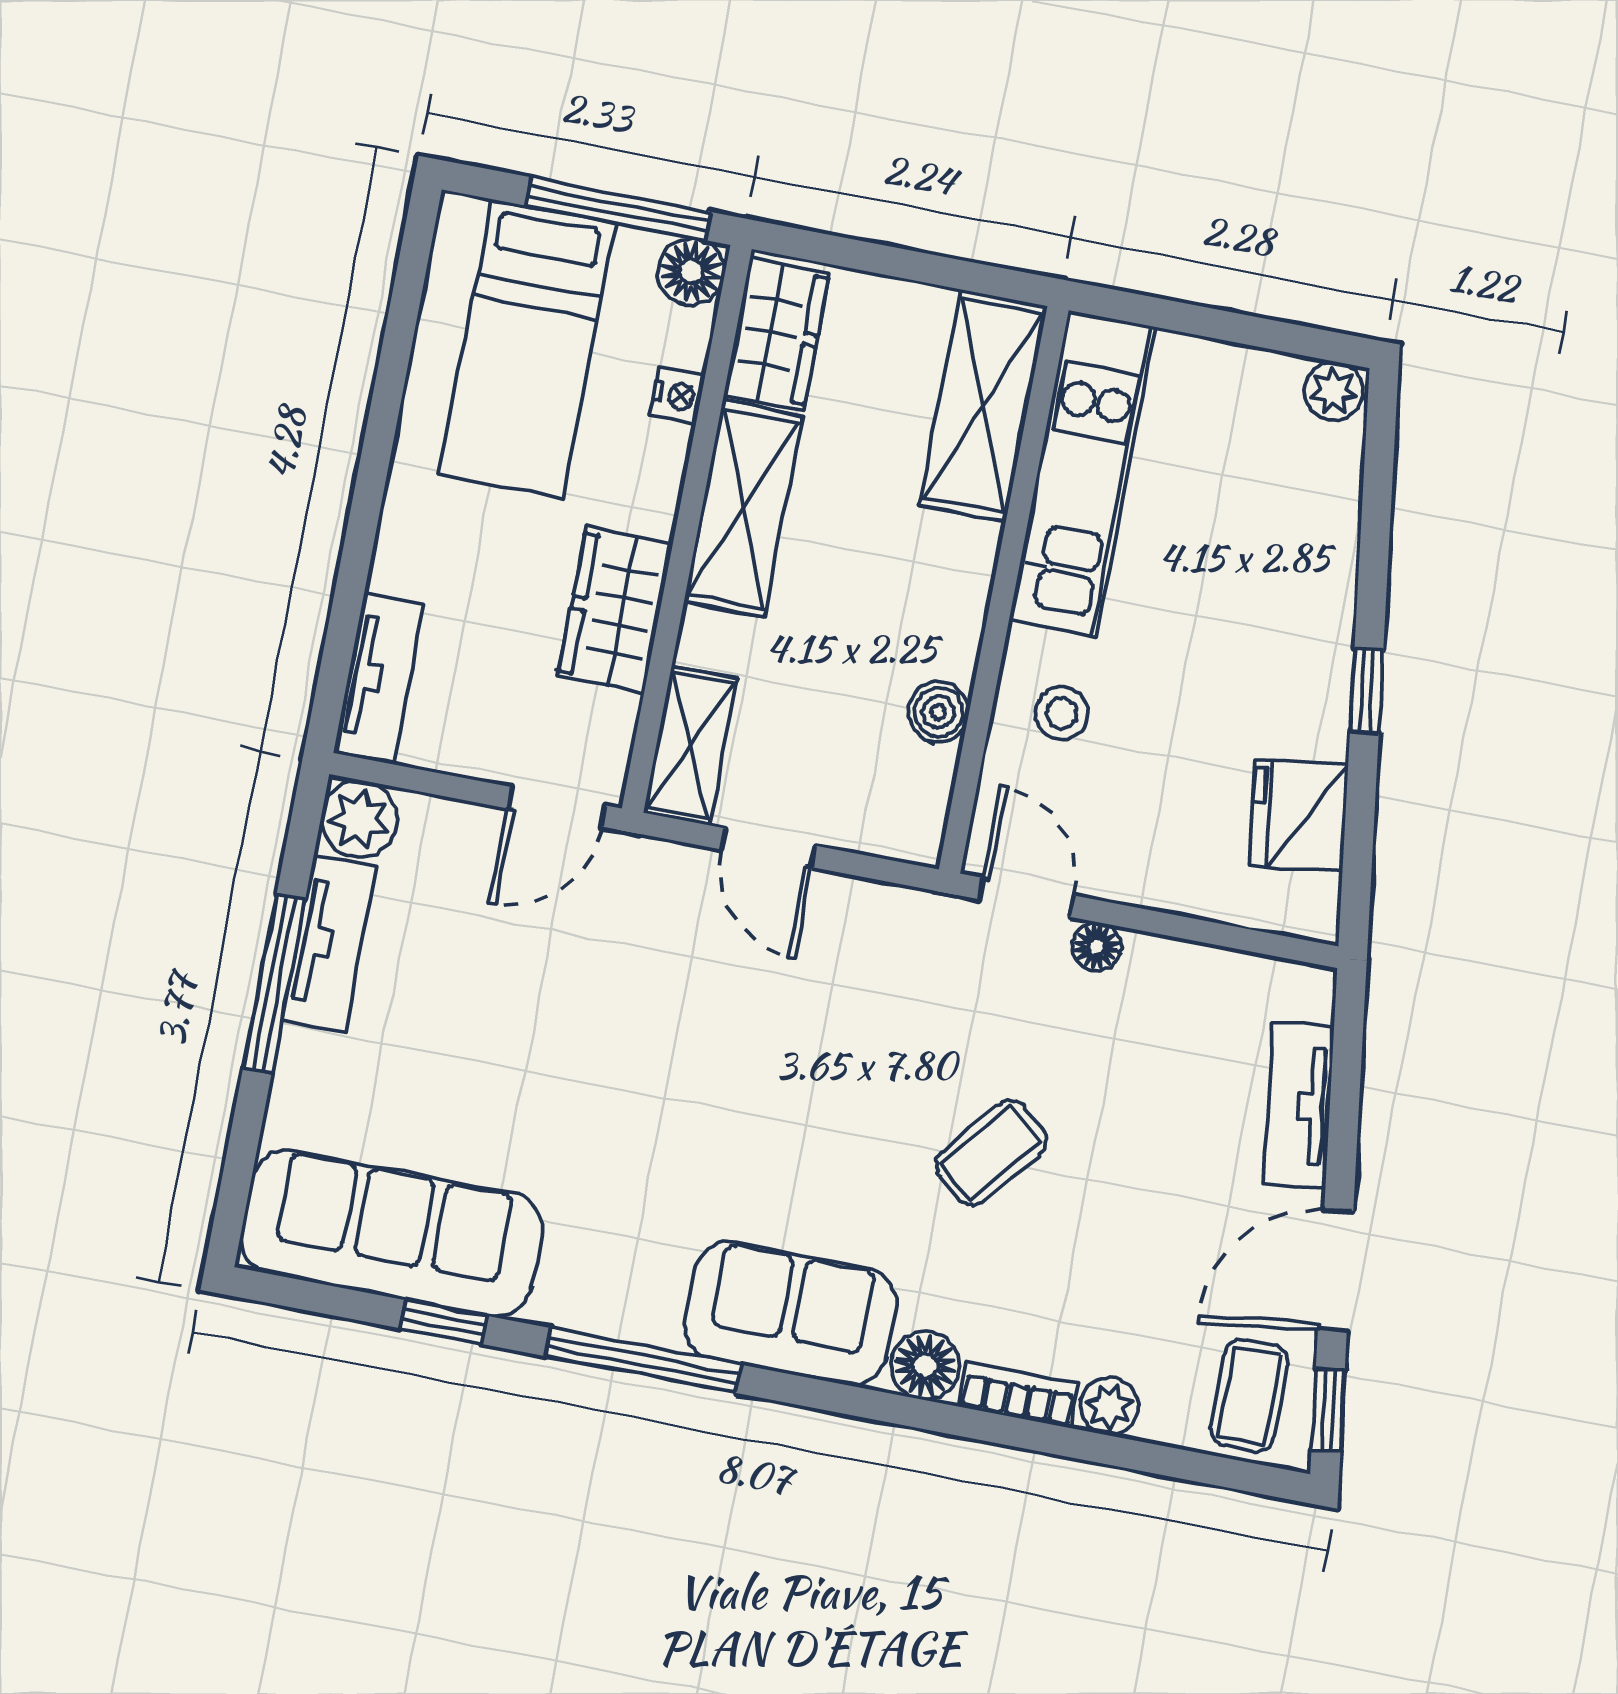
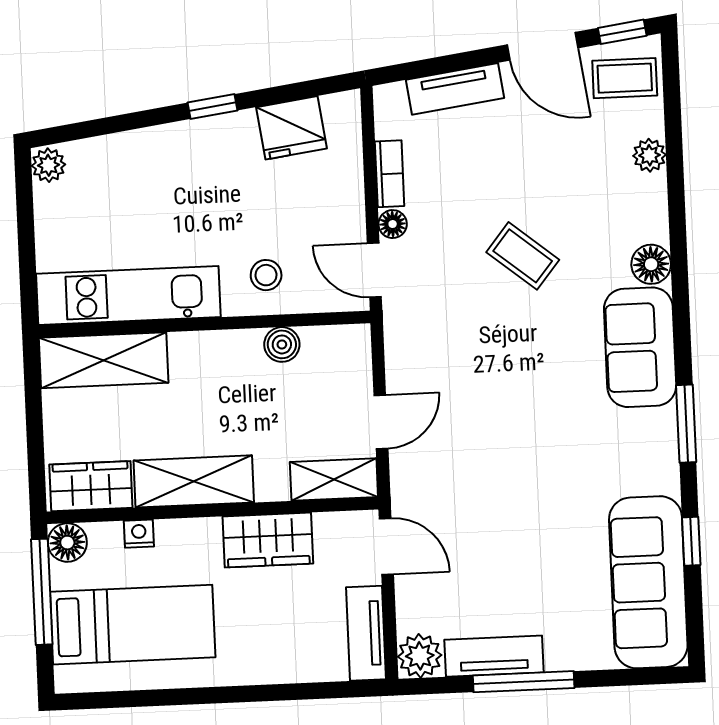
tv unit: (379, 678) -> (366, 633), moved, turned -90
door: (1026, 897) -> (374, 270), hinge flipped
window: (643, 1360) -> (686, 424), width x0.69
bookcase: (1018, 1395) -> (390, 174), moved, turned 180

